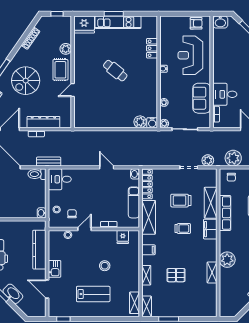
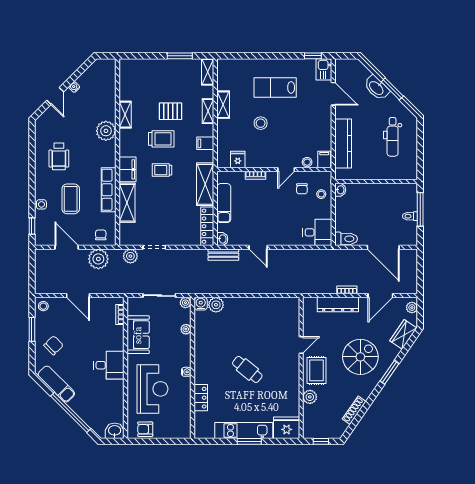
desk: (225, 94) -> (109, 365), moved
bench: (49, 162) -> (223, 255), moved
trolley: (181, 201) -> (161, 139), moved
filing cabinet: (54, 237) -> (324, 159), added
kitchen sink: (55, 269) -> (324, 69), moved
shelving: (134, 303) -> (223, 105), moved

